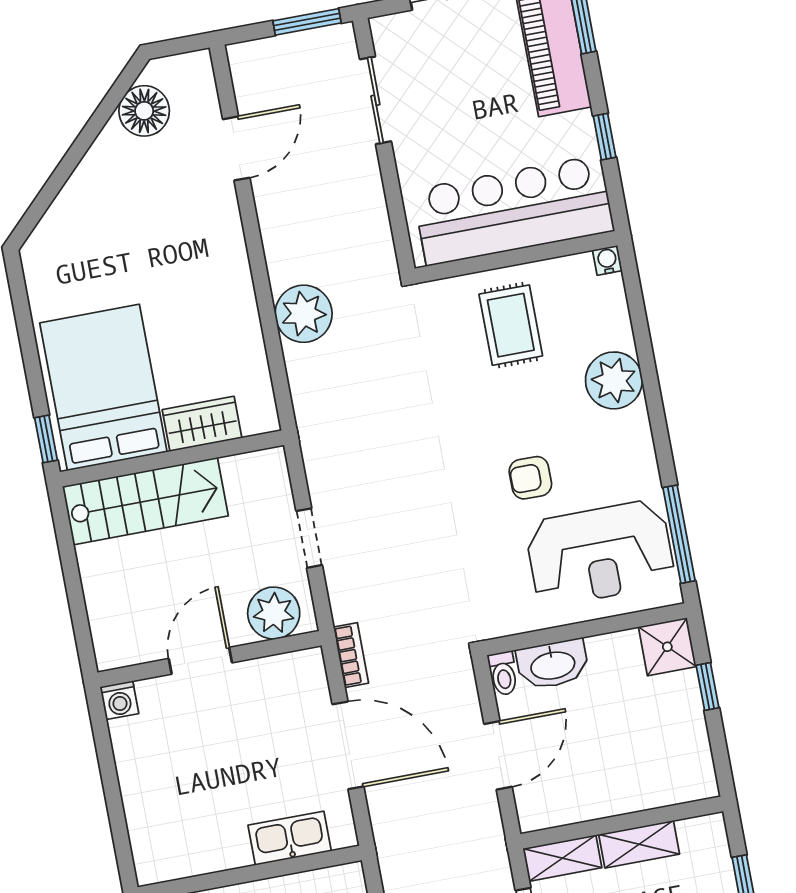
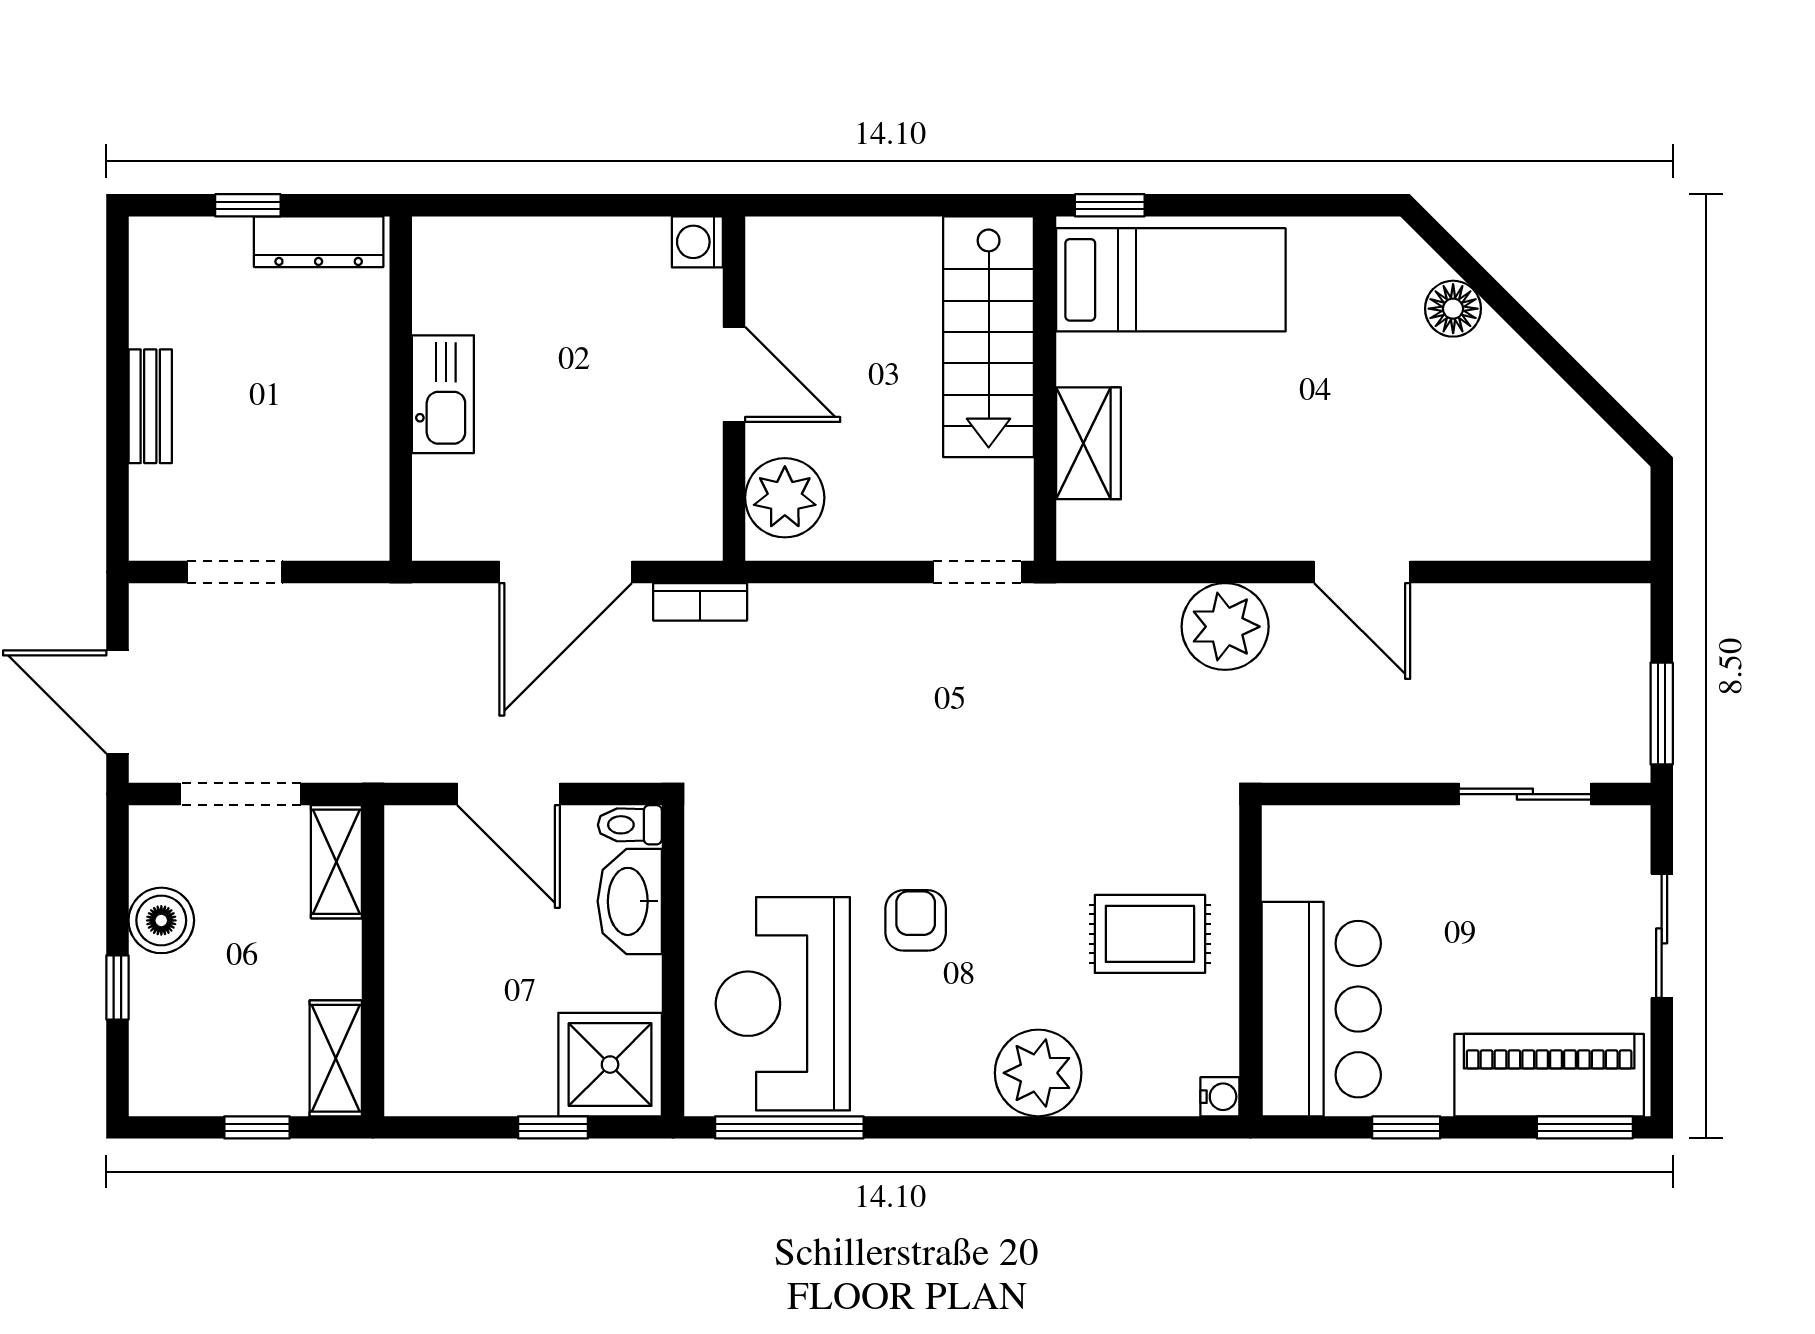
floor lamp: (144, 111) -> (1453, 309), moved, width x0.73, depth x0.73
door: (236, 148) -> (1362, 572), moved
bar counter: (513, 210) -> (1321, 1009), width x0.73
bed: (103, 387) -> (1171, 280), width x0.67
doorway: (309, 538) -> (978, 572), moved
shower: (667, 647) -> (610, 1065), width x1.36, depth x1.36
kitchen sink: (290, 838) -> (443, 394), moved
shelving: (639, 844) -> (336, 1058), moved

